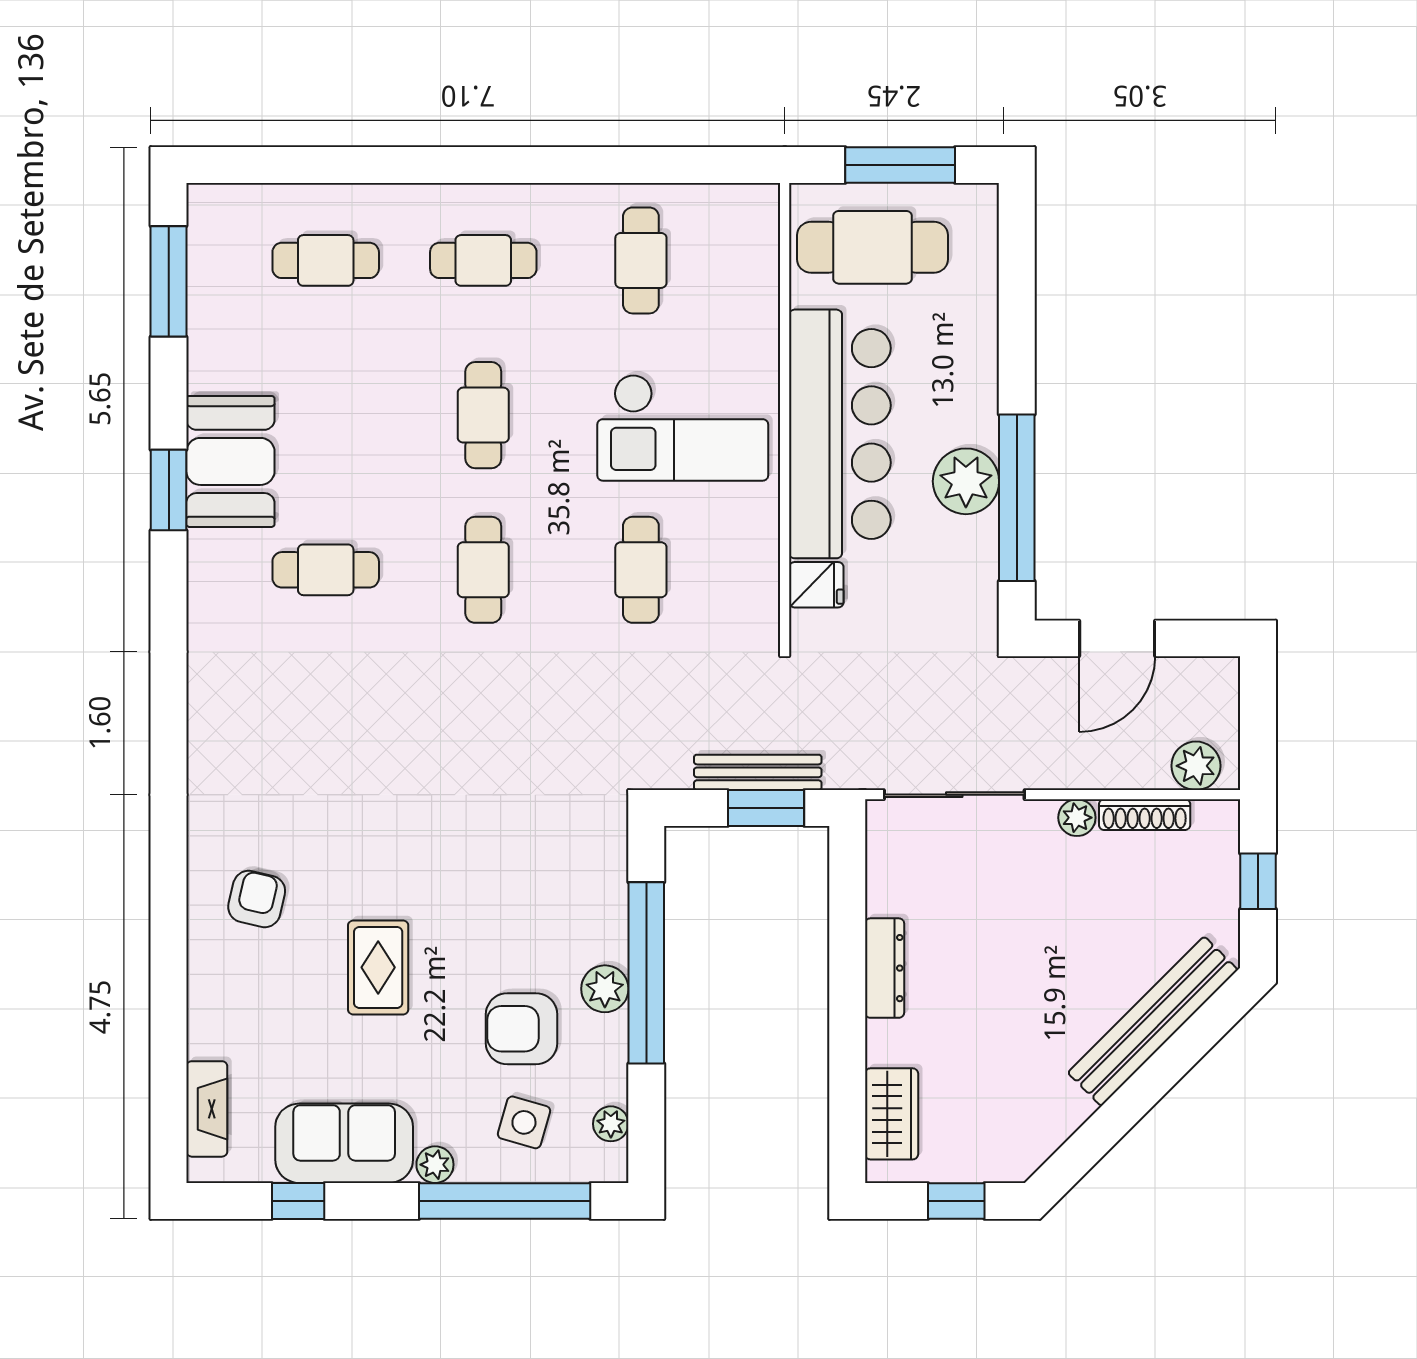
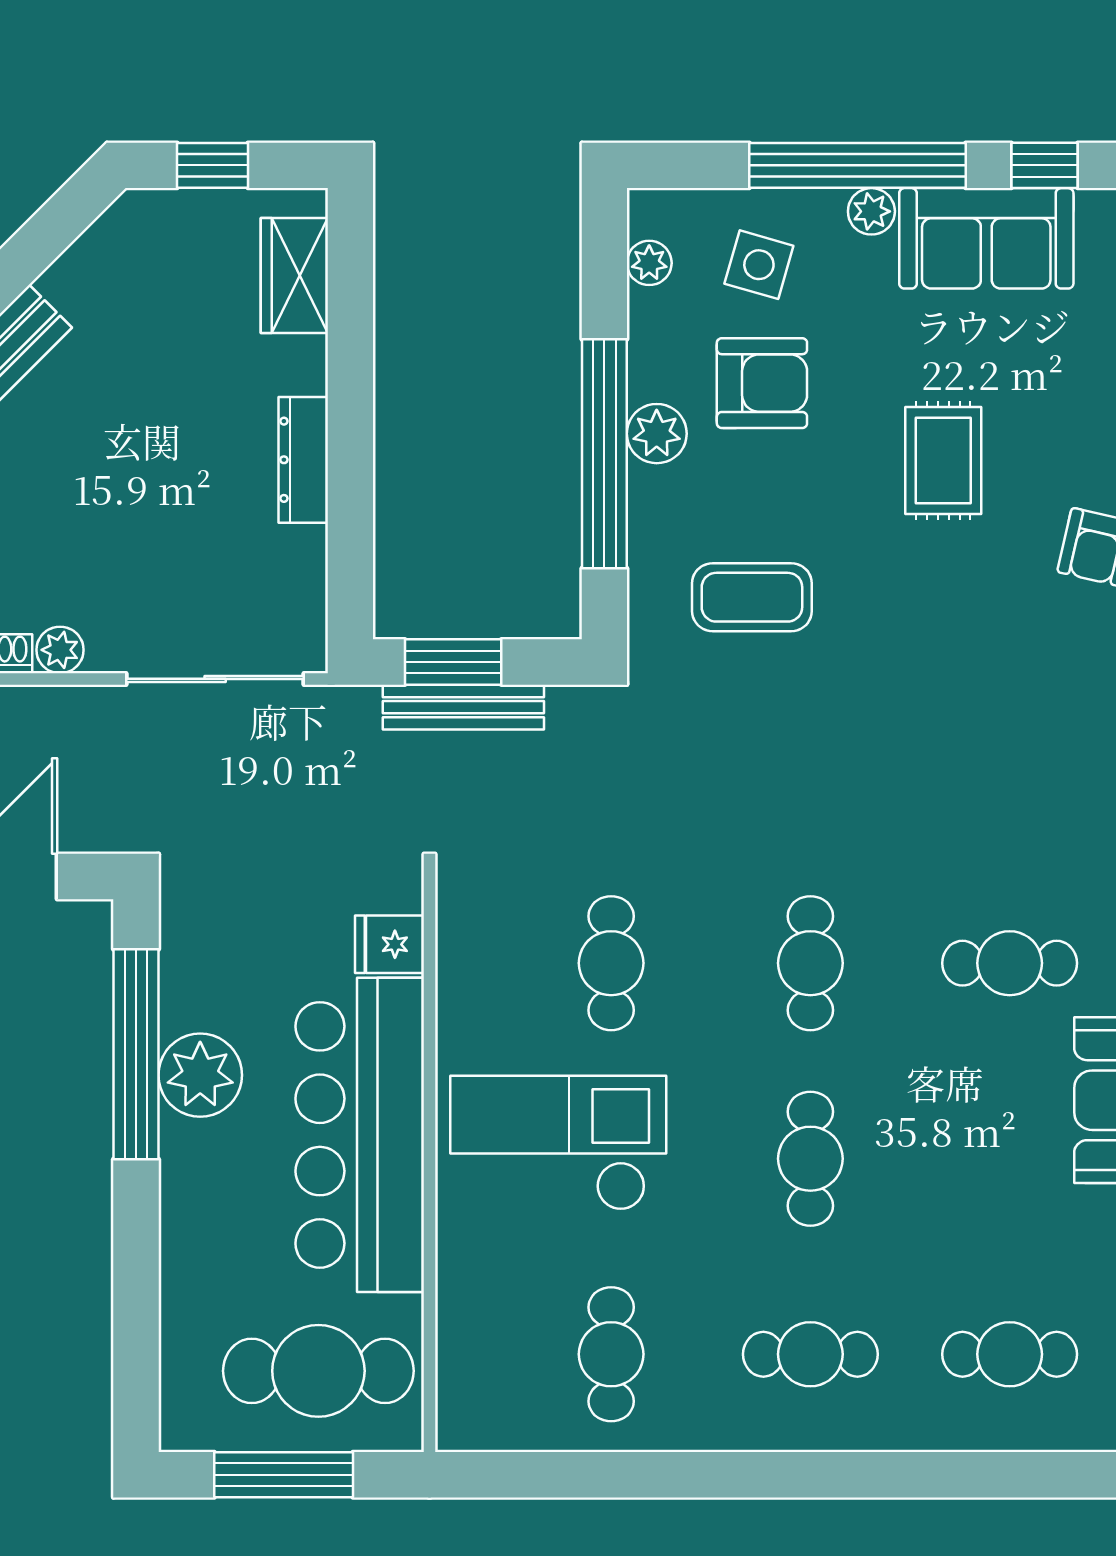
coffee table: (529, 859) -> (752, 597), added
window: (505, 1201) -> (858, 165), moved

